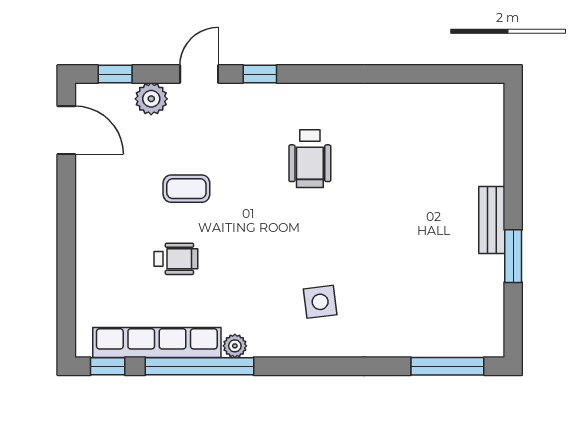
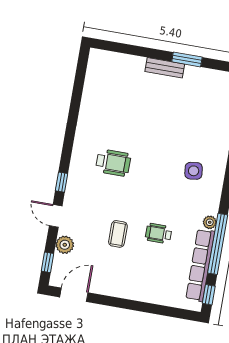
wheelchair: (176, 259) -> (159, 233), moved, turned -90

